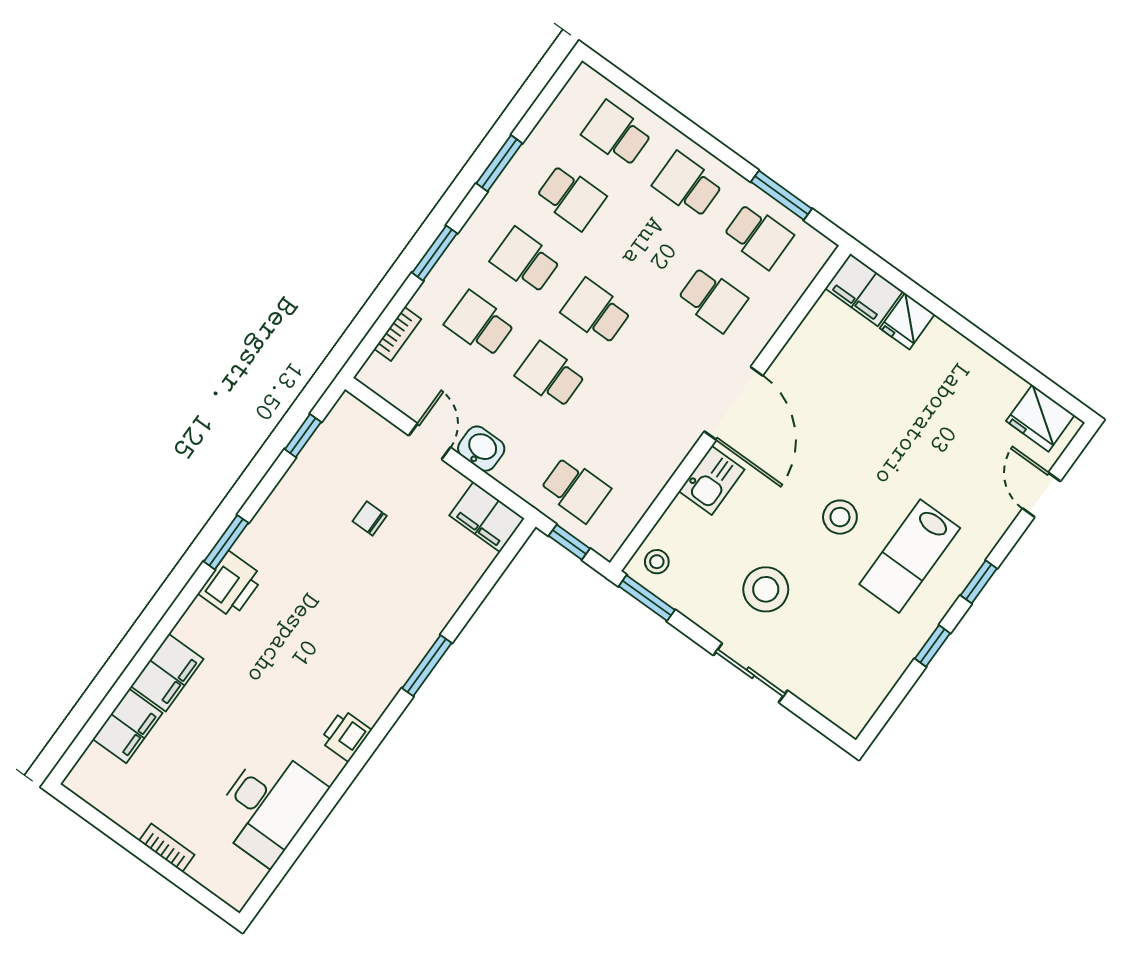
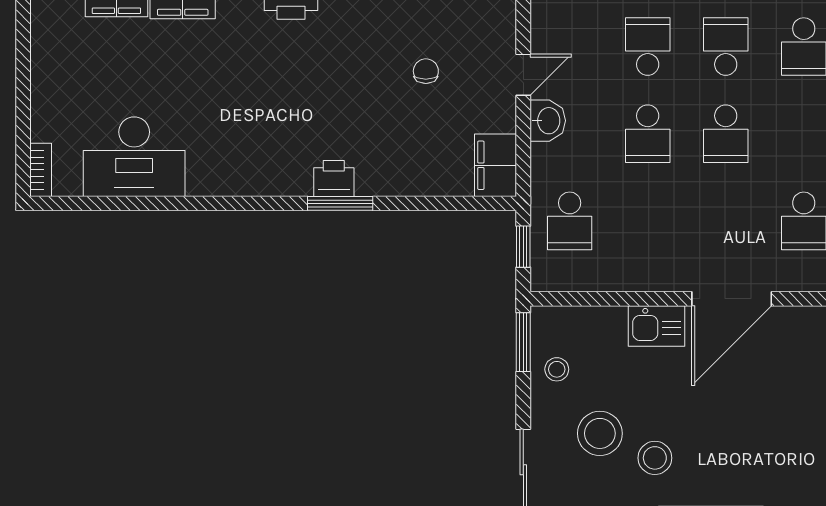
school desk: (596, 312) -> (726, 134), turned 180
school desk: (550, 375) -> (648, 134), turned 180
stool: (840, 517) -> (655, 458), moved
stool: (657, 562) -> (557, 369), moved
printer: (346, 736) -> (334, 178), moved
bookcase: (167, 848) -> (41, 170), moved

